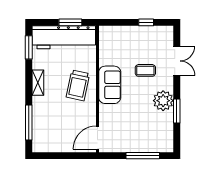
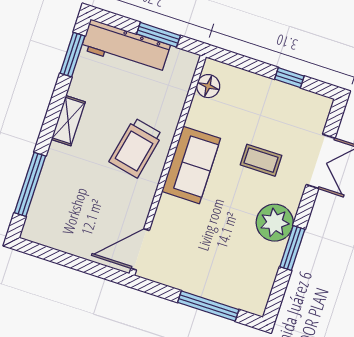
workbench: (64, 37) -> (126, 47), width x0.73, depth x0.76
floor lamp: (105, 41) -> (208, 86), added

